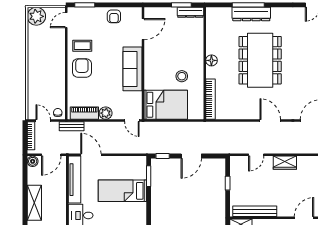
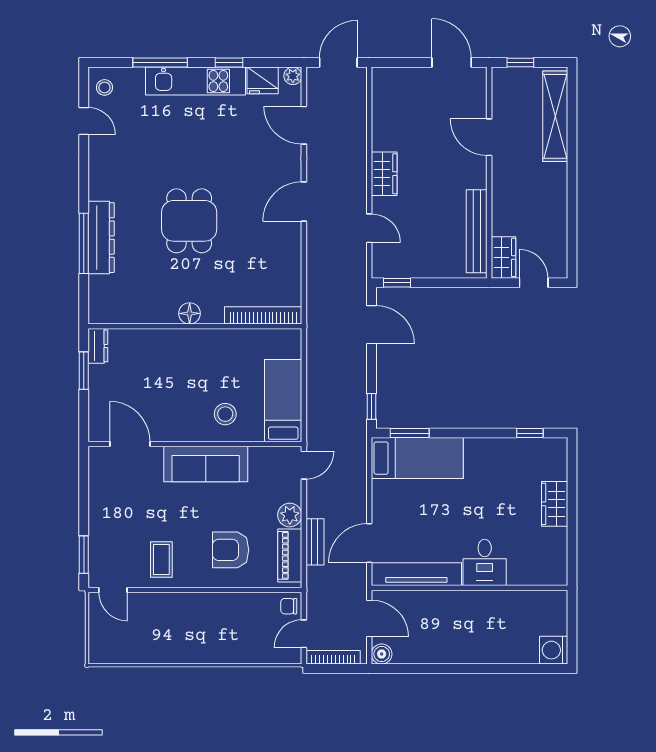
dresser: (190, 12) -> (98, 346), width x0.70
plant: (36, 16) -> (105, 647), removed
armchair: (114, 16) -> (106, 499), removed
dining table: (260, 60) -> (189, 221), width x0.53, depth x0.80
armchair: (82, 68) -> (231, 550), moved
stool: (182, 76) -> (225, 414), moved
bed: (166, 105) -> (283, 401), width x0.67
bench: (72, 126) -> (315, 542), moved
door: (191, 156) -> (371, 325), moved
window: (228, 183) -> (397, 283), moved
bed: (122, 191) -> (417, 458), moved, turned -90
shelving: (34, 203) -> (461, 651), removed

